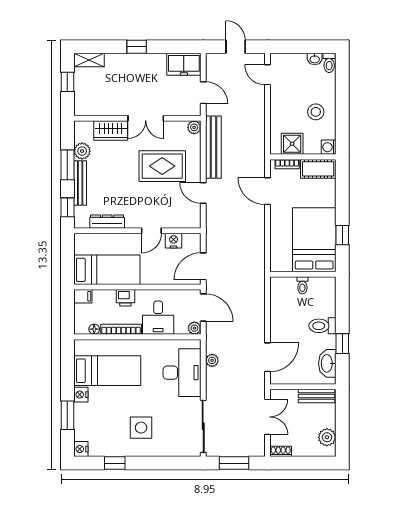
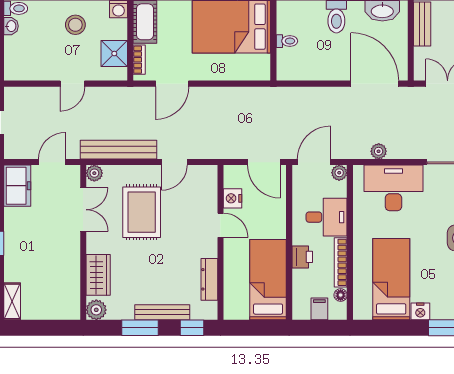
door: (268, 75) -> (72, 84), moved
window: (67, 82) -> (39, 328), removed
double door: (146, 118) -> (83, 210), moved
plant: (82, 151) -> (96, 310), moved
filing cabinet: (83, 296) -> (319, 309), moved
door: (268, 357) -> (375, 84), width x1.36

